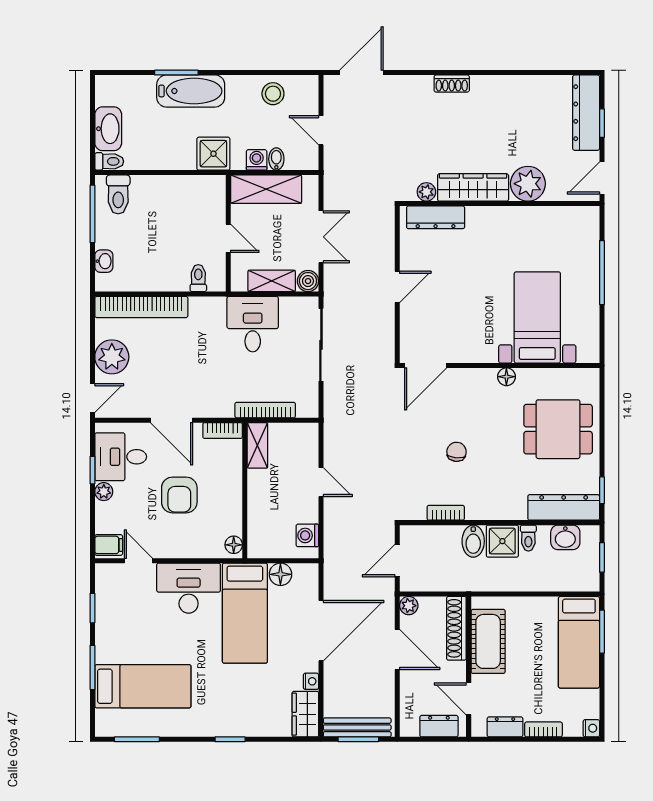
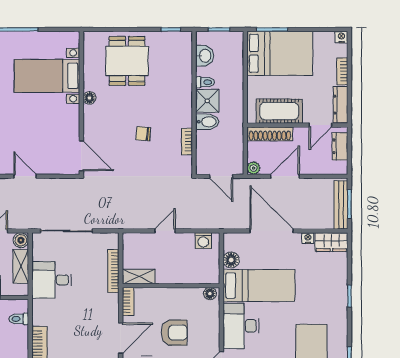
dresser: (564, 507) -> (183, 57), removed
bed: (579, 642) -> (280, 53), width x1.50
dresser: (505, 727) -> (341, 105), width x1.44

